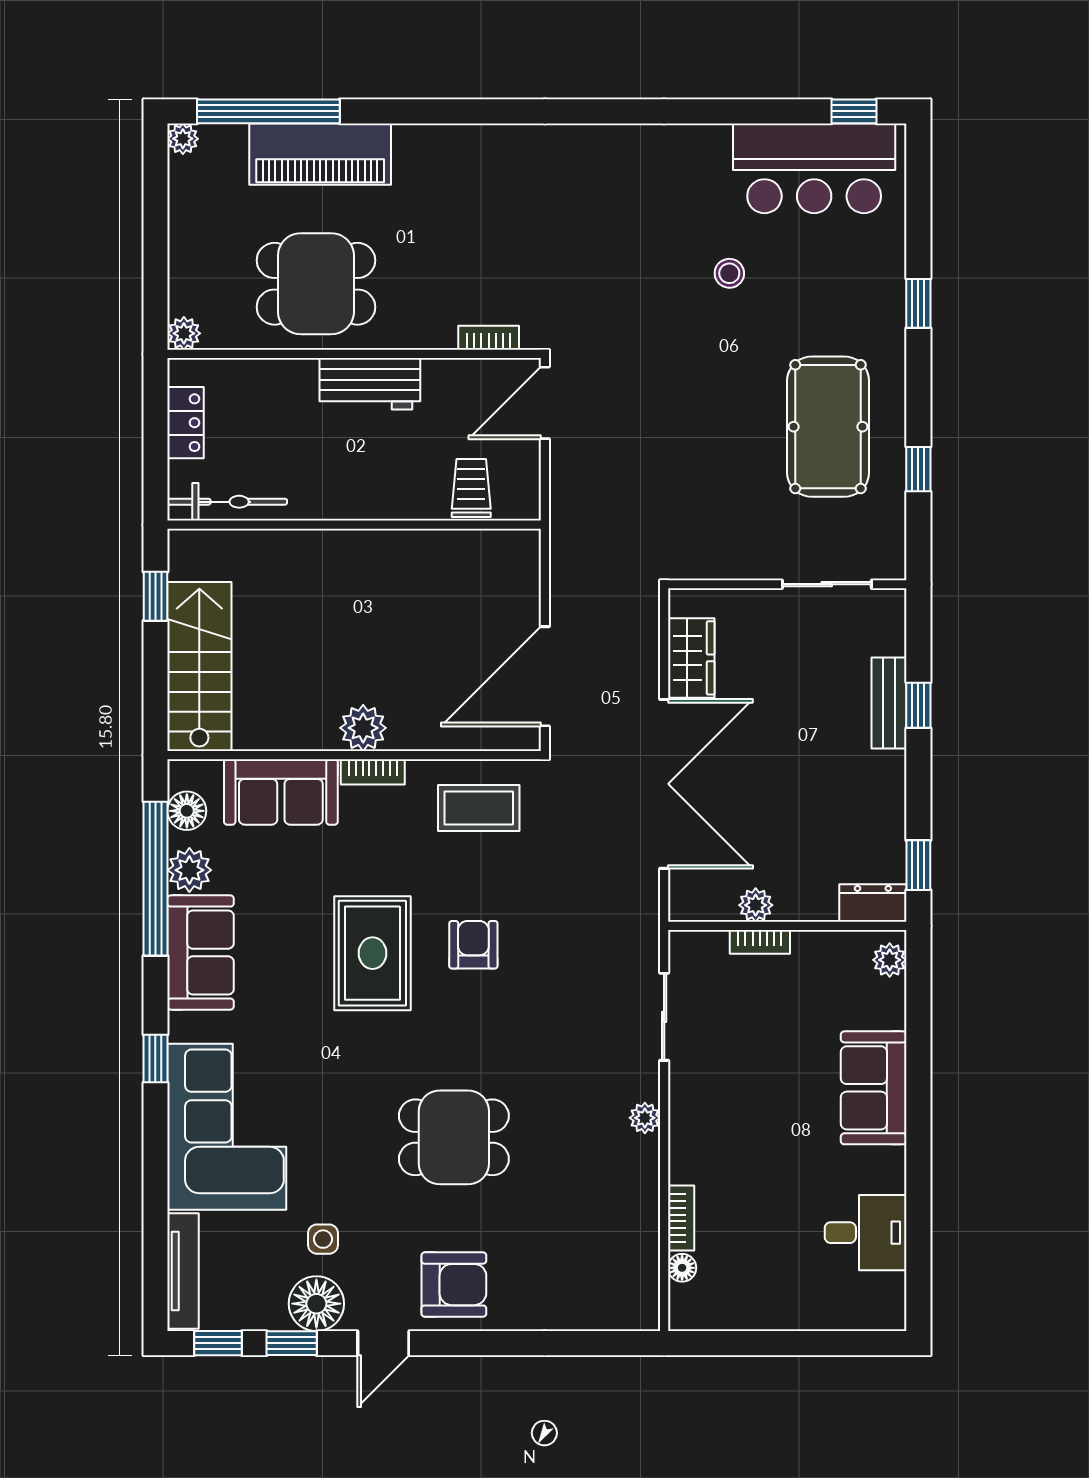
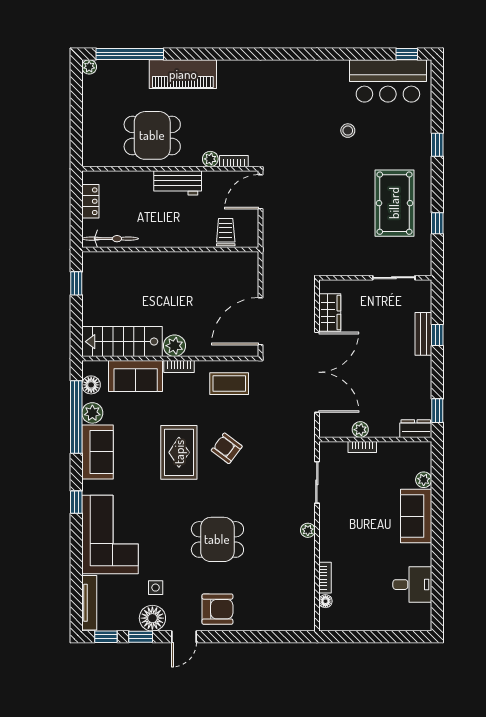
piano: (320, 154) -> (183, 74), moved
plant: (184, 333) -> (210, 159), moved
stairs: (199, 666) -> (122, 342), moved, turned -90
armchair: (473, 945) -> (227, 448), turned -53
plant: (890, 960) -> (424, 480), moved

